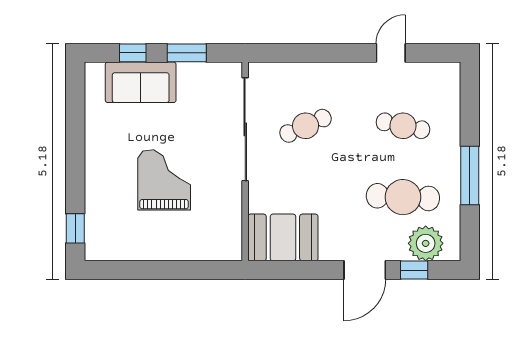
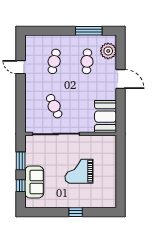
window: (470, 176) -> (89, 31), moved
cafe table: (403, 197) -> (87, 61), width x0.73, depth x0.74
window: (75, 228) -> (76, 212), moved
window: (414, 270) -> (121, 56), removed

